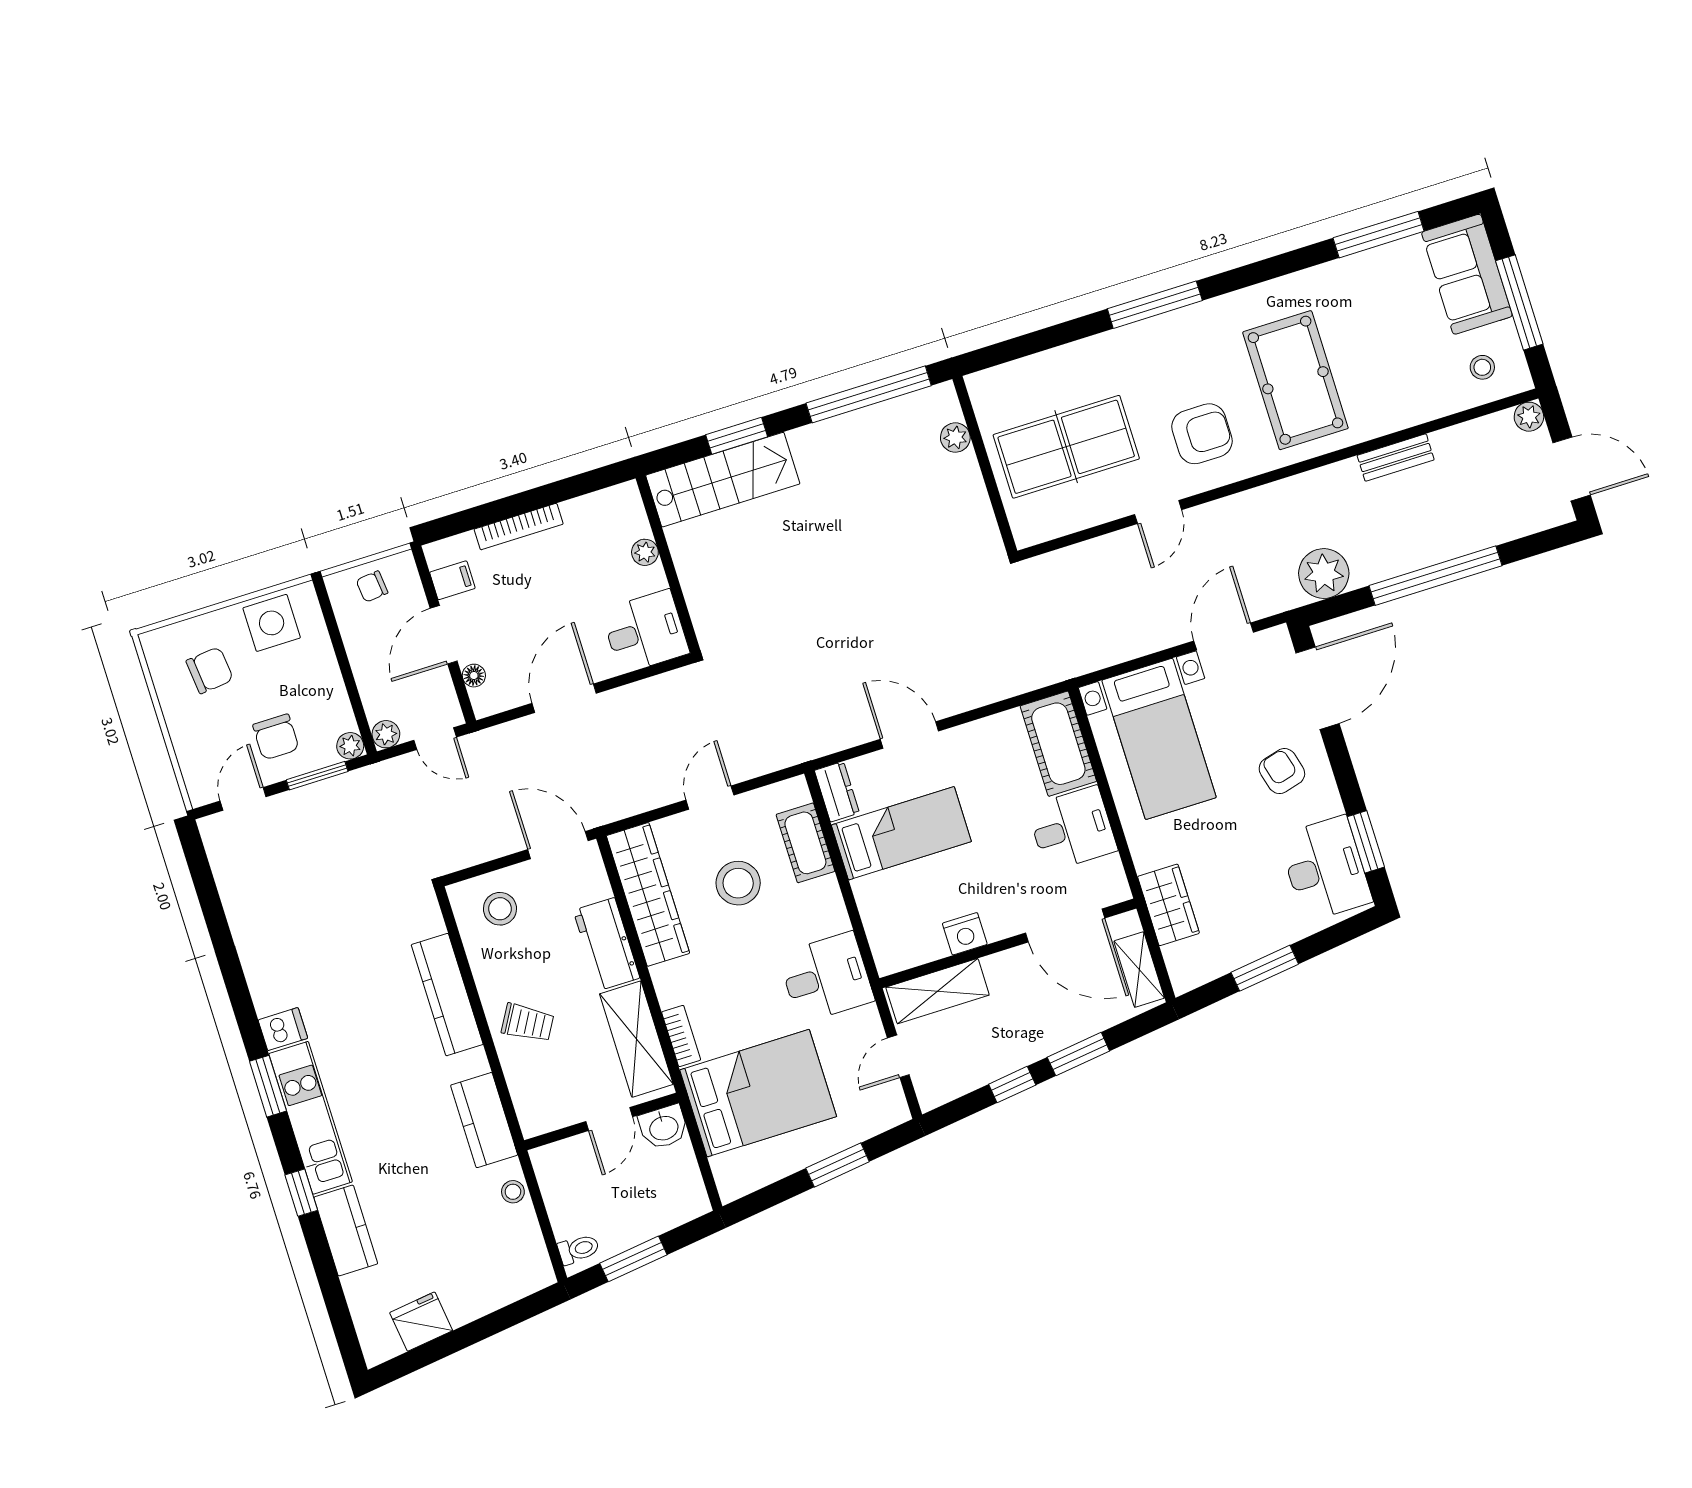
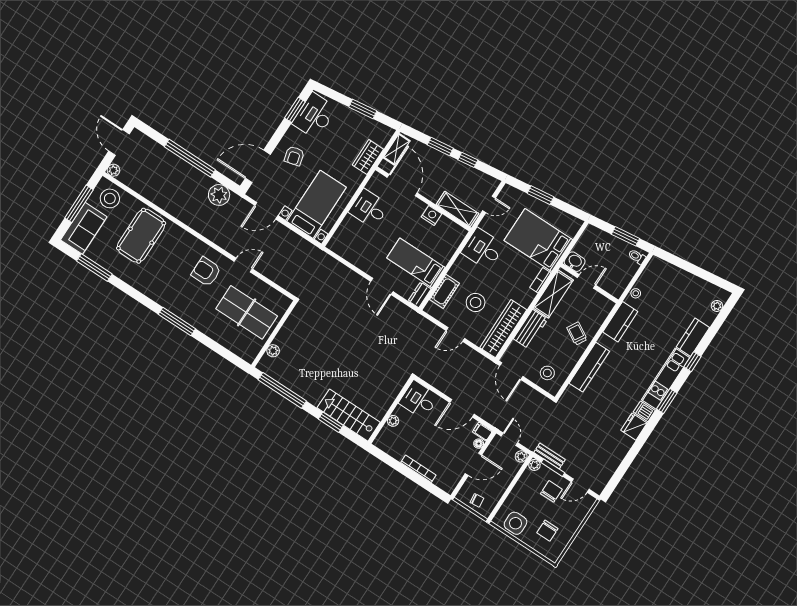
stool: (1482, 367) -> (110, 198), width x1.89, depth x1.89
pool table: (1295, 380) -> (141, 236), moved
bench: (1396, 458) -> (550, 456), moved
filing cabinet: (452, 580) -> (482, 432), moved
chair: (210, 670) -> (547, 531), turned -84
cot: (1058, 744) -> (345, 236), removed
plant: (367, 1322) -> (717, 306), added
fridge: (421, 1322) -> (634, 427), moved, turned 97

